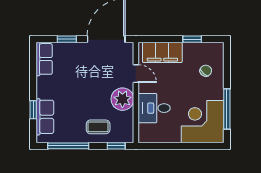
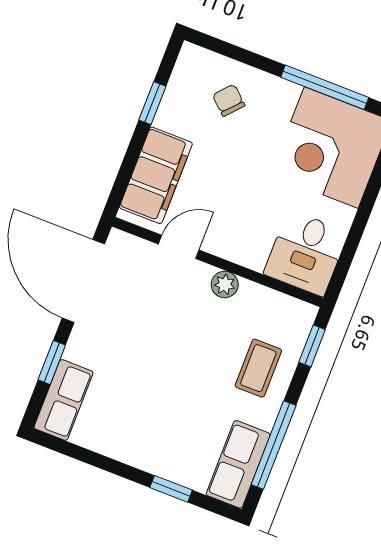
row of seats: (44, 59) -> (64, 400), moved, turned 90
plant: (122, 99) -> (225, 284), width x0.53, depth x0.53
desk: (154, 108) -> (306, 253), moved
row of seats: (45, 117) -> (238, 464), moved, turned -90

